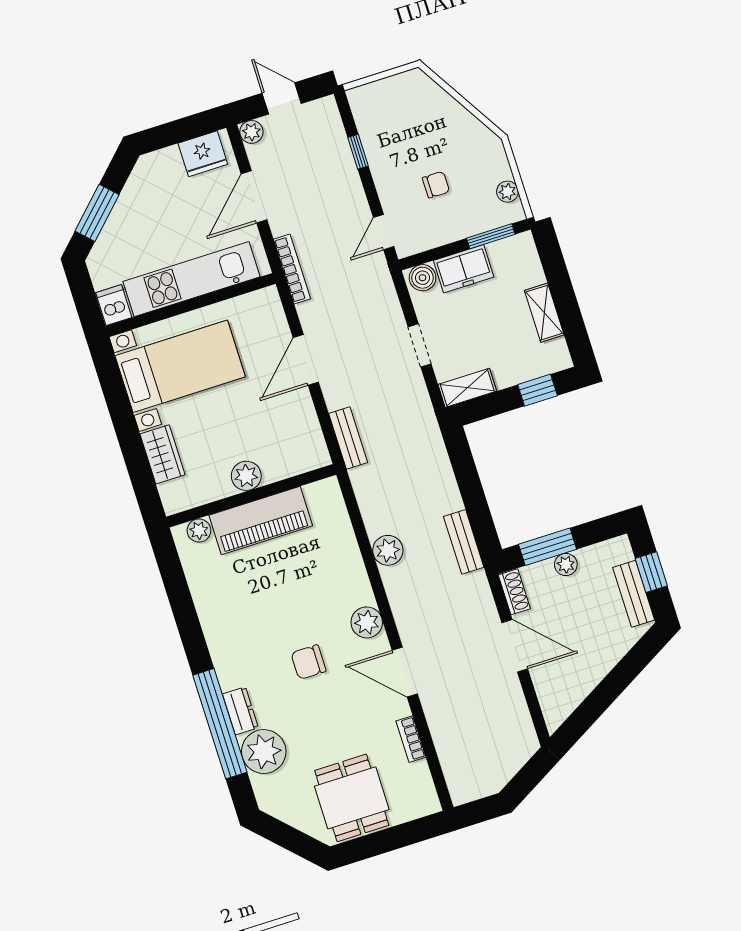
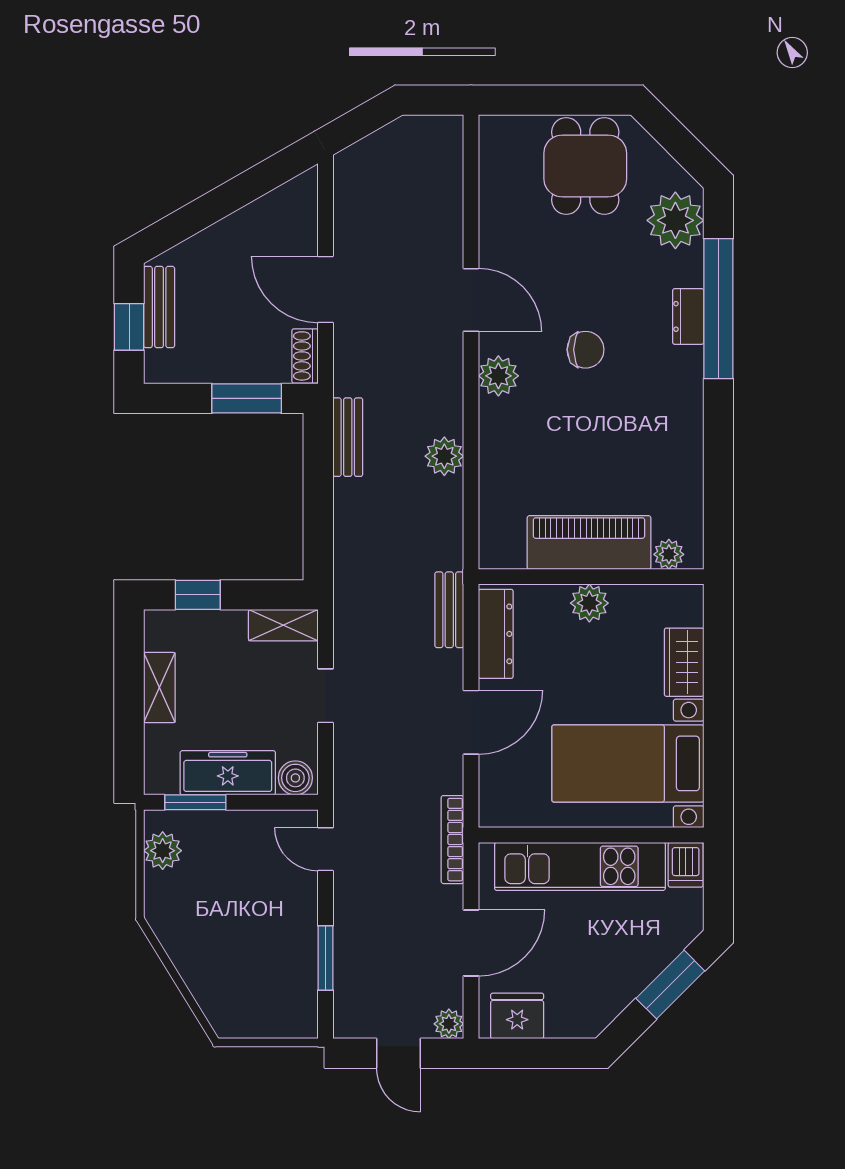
window: (358, 152) -> (325, 958), width x1.50
chair: (436, 185) -> (243, 887), removed
plant: (507, 192) -> (163, 851), width x1.38, depth x1.38
door: (384, 232) -> (325, 849), swing flipped
freezer: (464, 269) -> (228, 773), width x1.40
dresser: (308, 431) -> (496, 634), added
plant: (566, 565) -> (231, 369), removed
bookcase: (411, 739) -> (490, 215), removed
plant: (264, 752) -> (675, 220), moved

